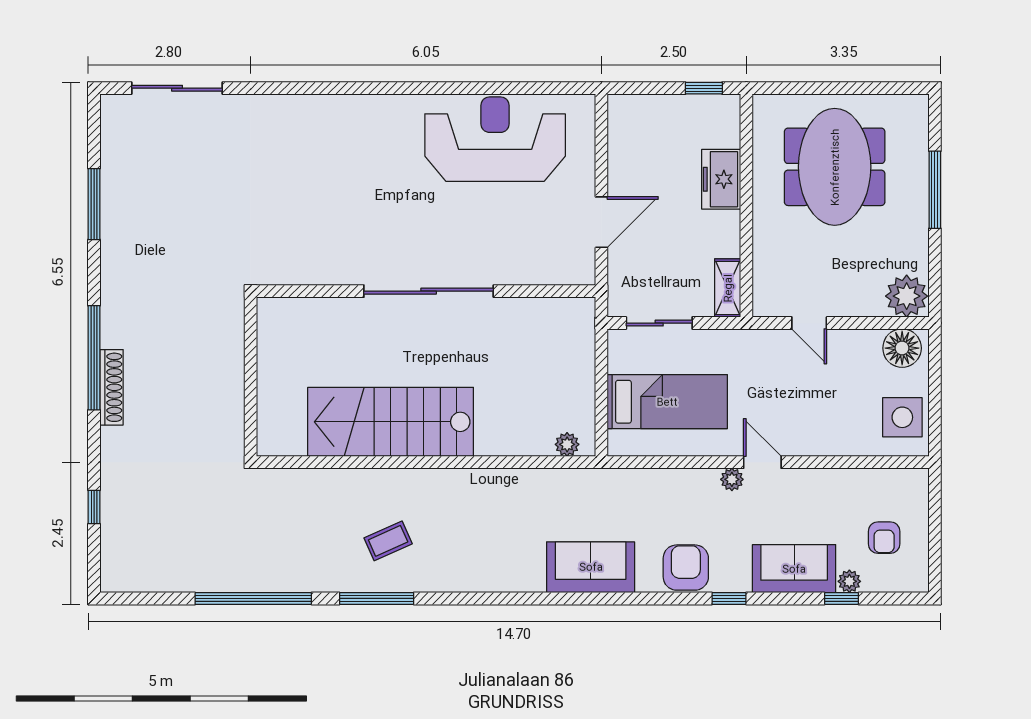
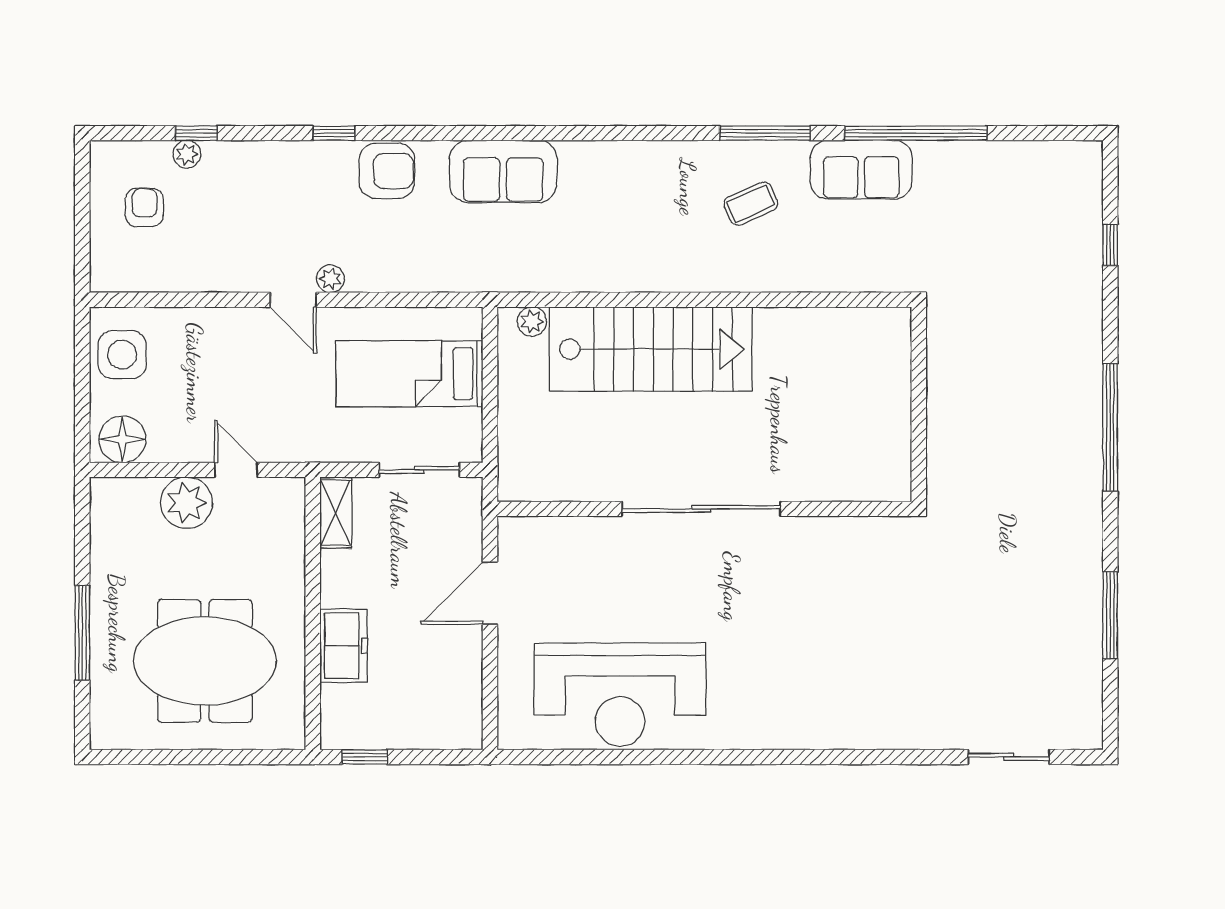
sliding door: (177, 88) -> (1009, 757), width x0.73
meeting table: (835, 167) -> (205, 661), turned 90
plant: (907, 296) -> (187, 503), moved
shoe rack: (111, 387) -> (1089, 391), removed
stairs: (391, 422) -> (651, 349), moved
armchair: (686, 568) -> (387, 171), turned -90
sofa: (794, 569) -> (861, 170), moved

